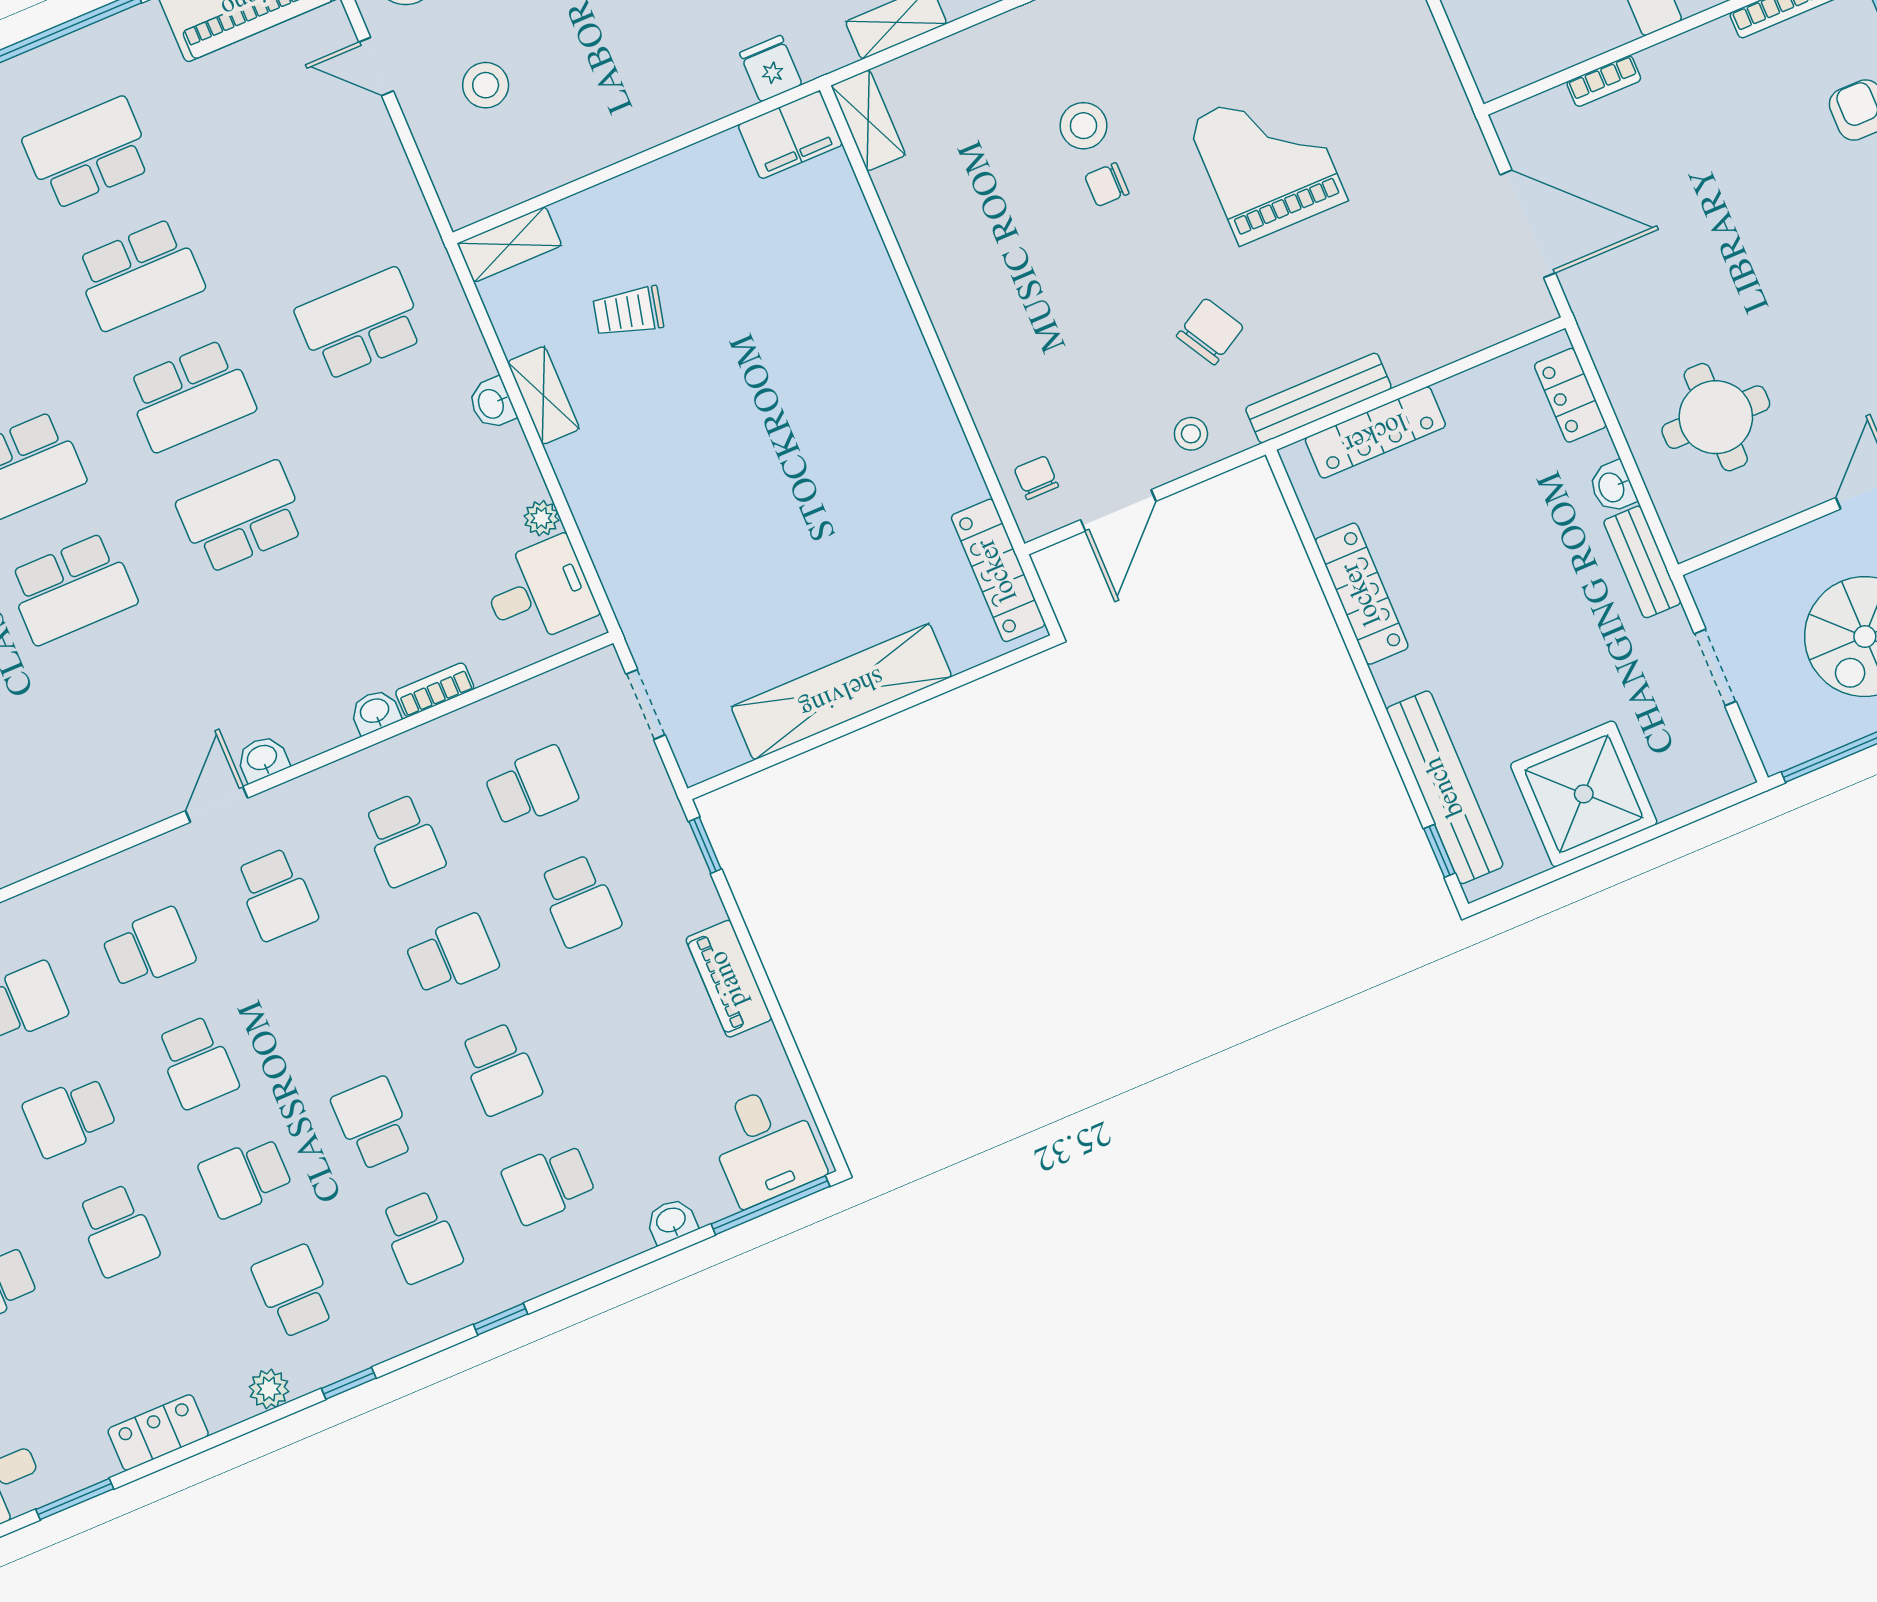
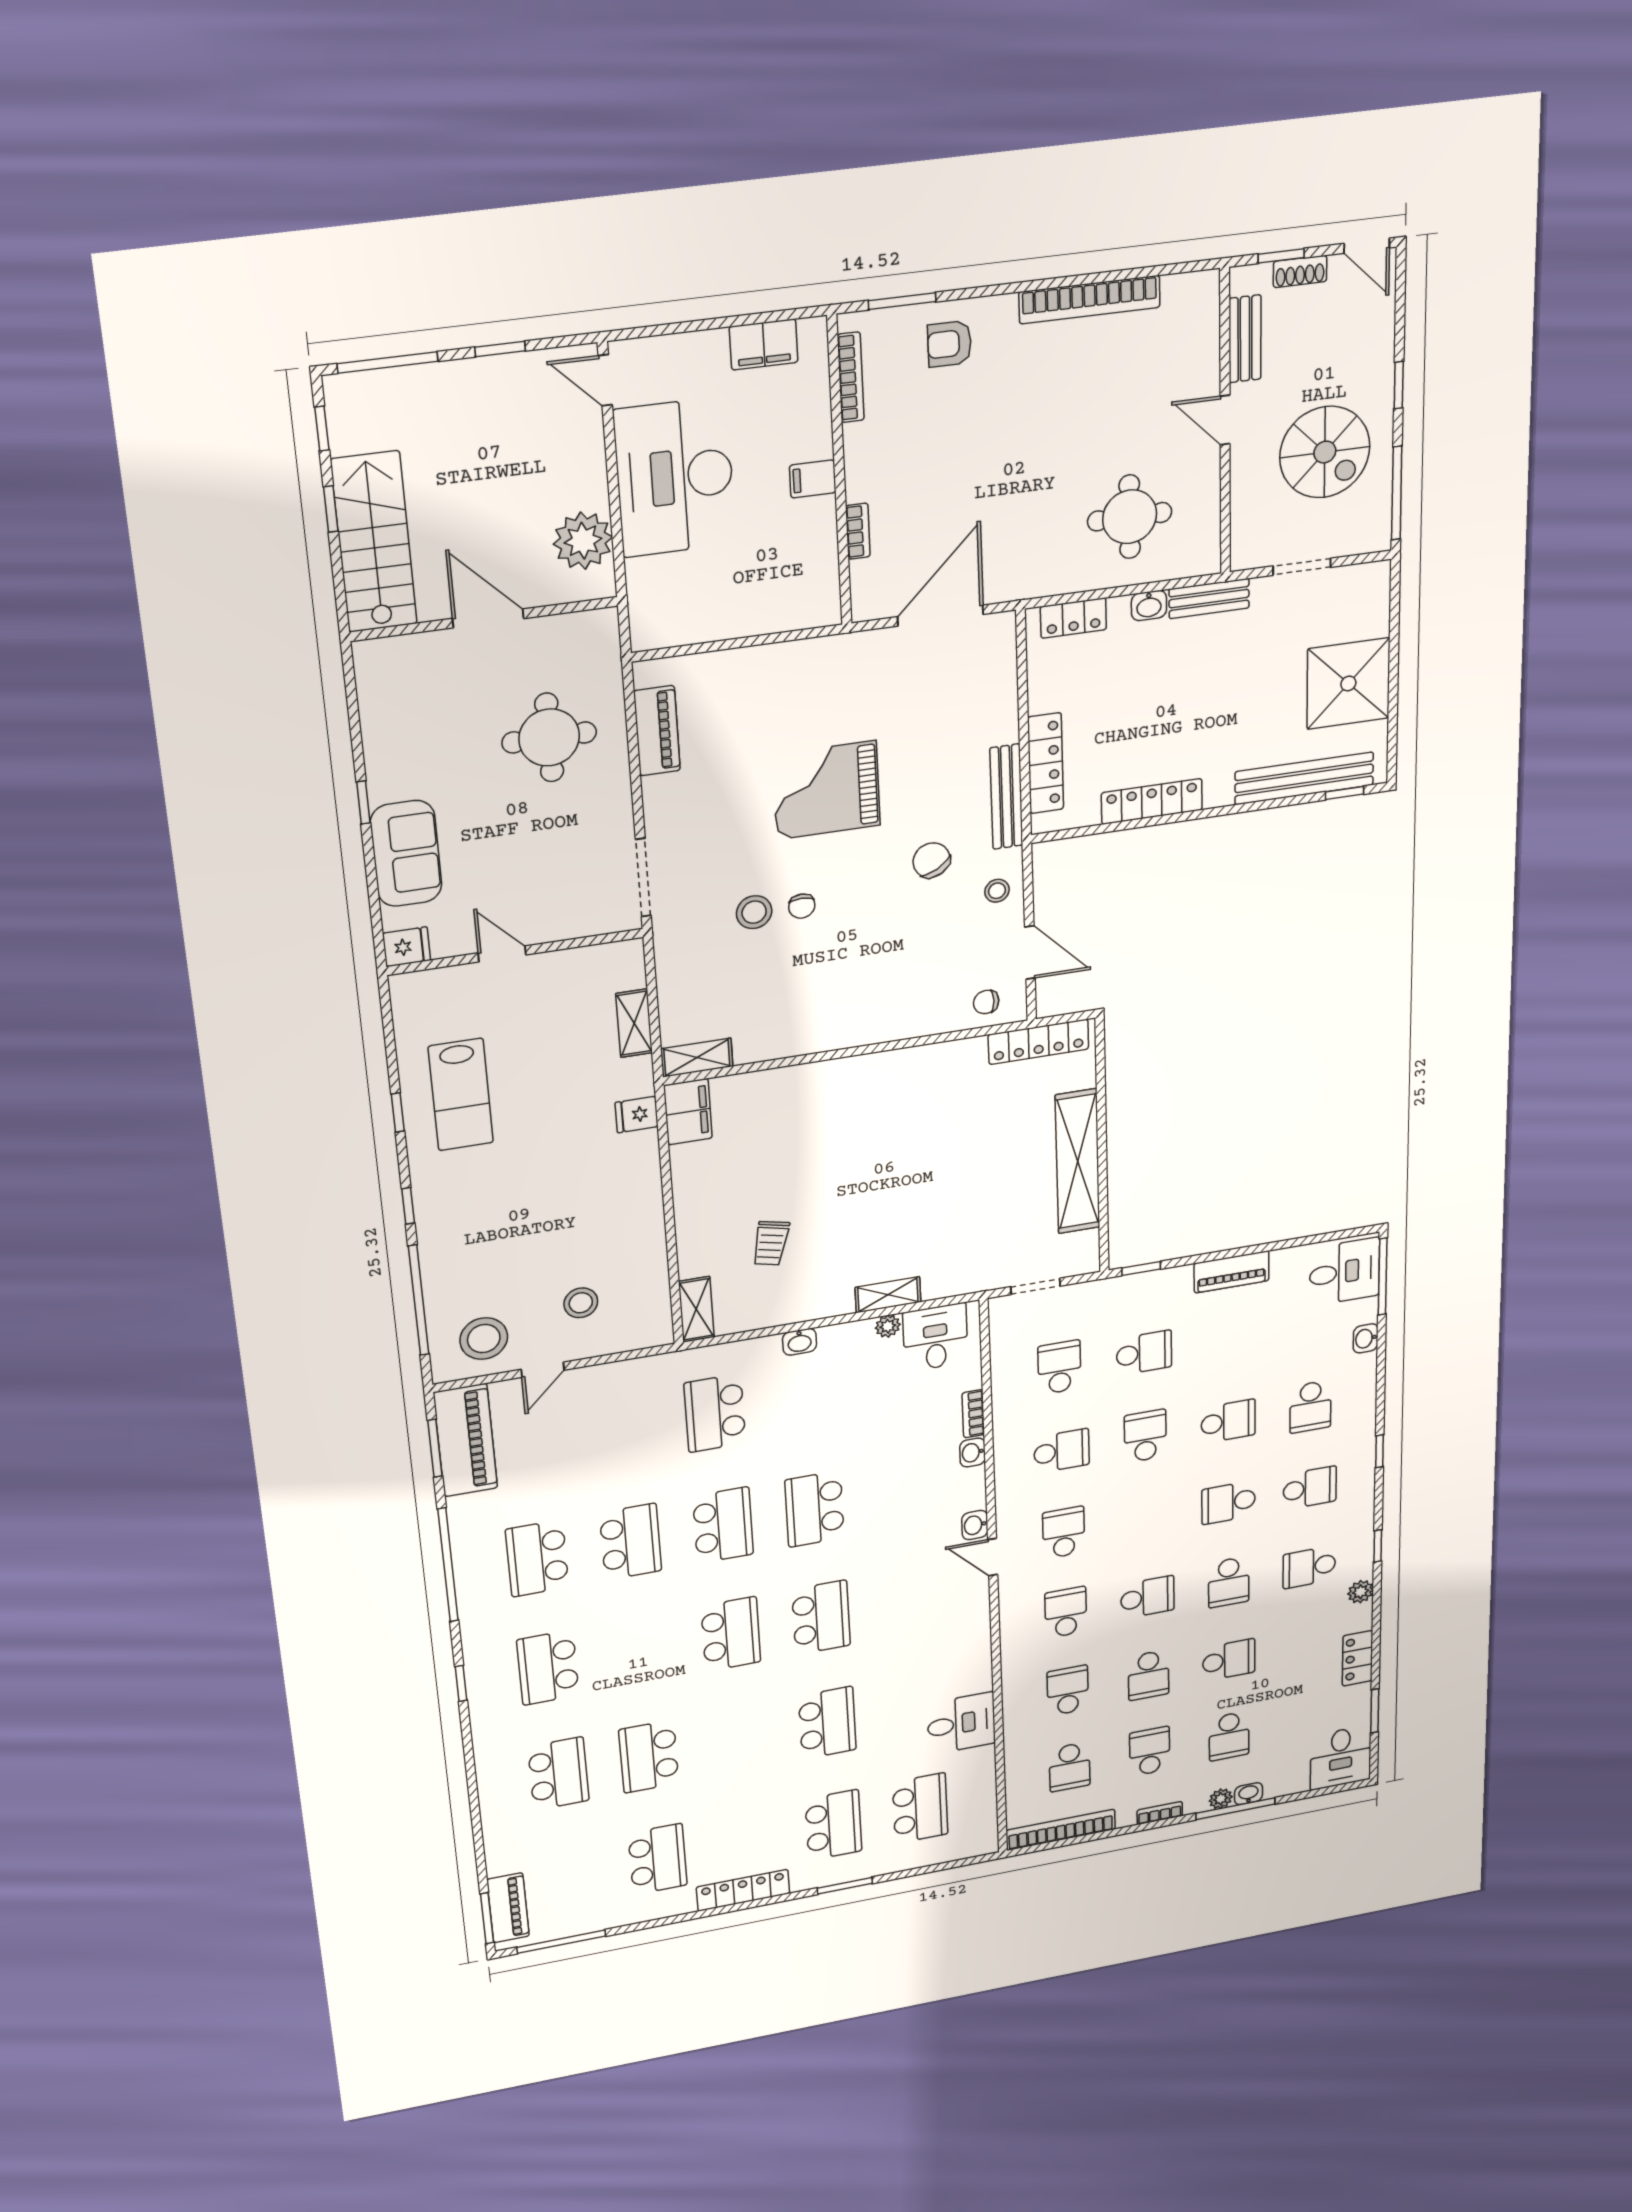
shelving: (543, 395) -> (888, 1295), moved
school desk: (276, 895) -> (1064, 1533), turned -90

